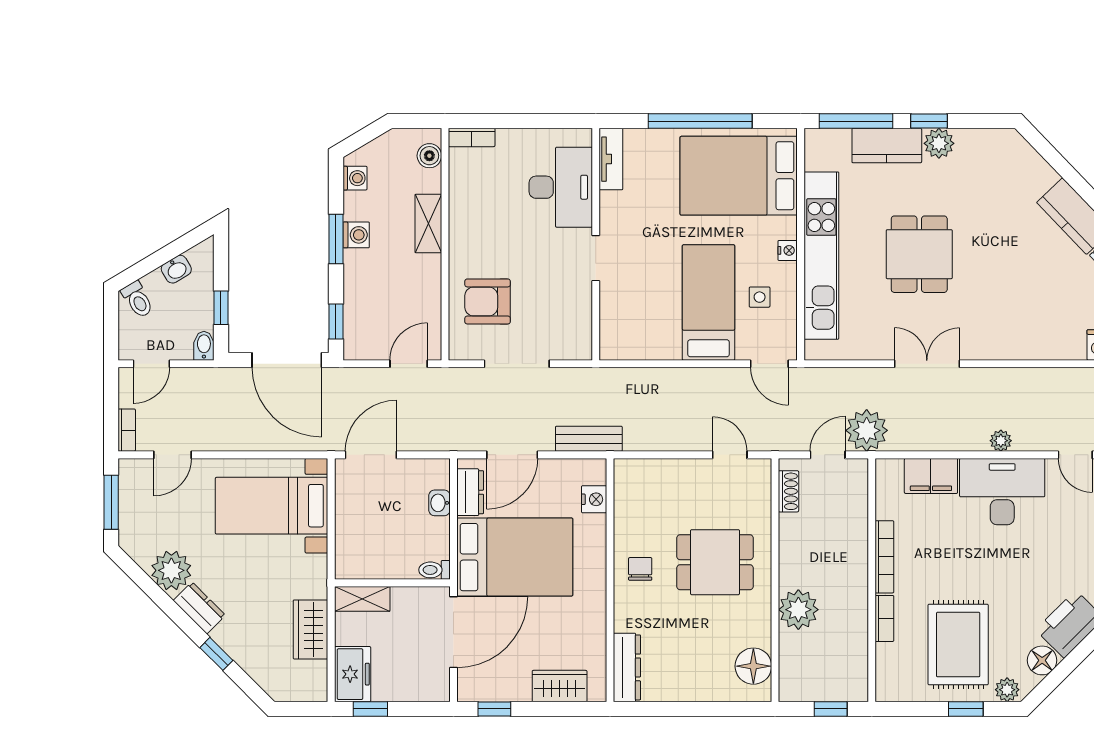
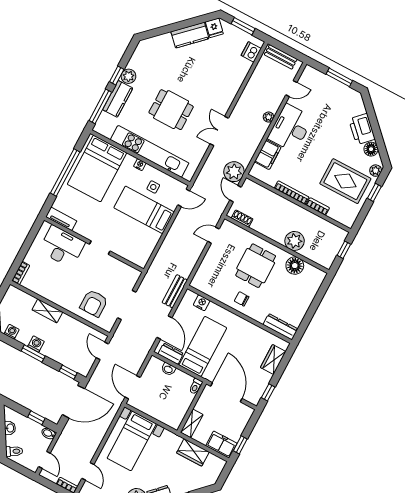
boiler: (429, 156) -> (19, 295), removed
bed: (515, 557) -> (203, 346), width x0.67
floor lamp: (753, 666) -> (295, 266), moved

